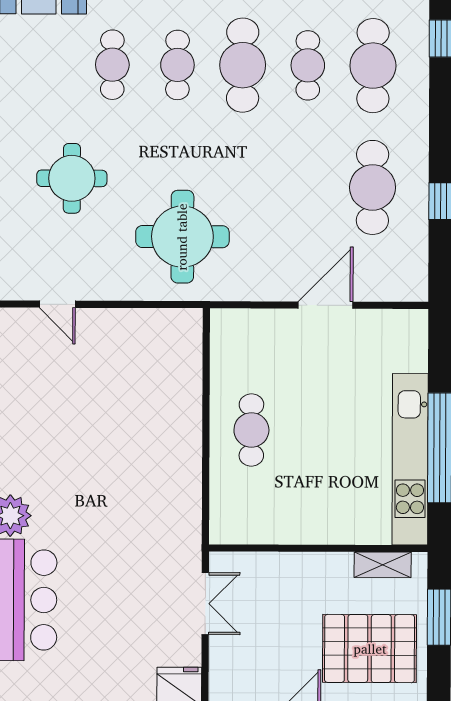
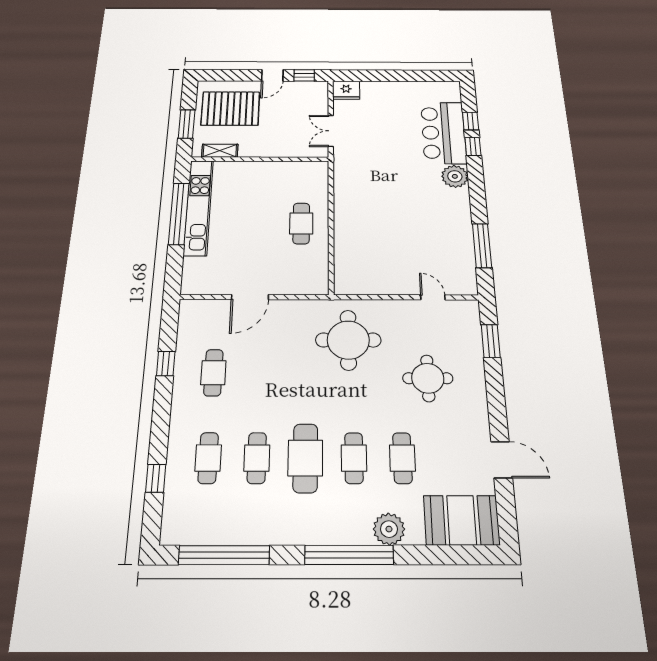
cafe table: (373, 66) -> (208, 458), width x0.73, depth x0.74
cafe table: (373, 187) -> (213, 373), width x0.73, depth x0.74

